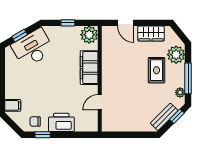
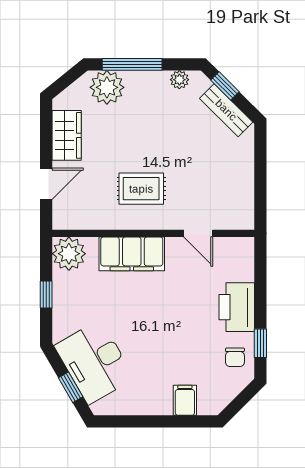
rug: (156, 70) -> (141, 189), moved
window: (188, 78) -> (132, 64), moved
filing cabinet: (13, 105) -> (185, 400), moved

